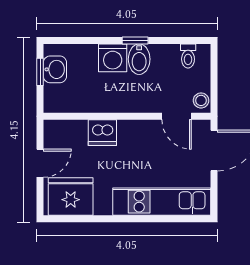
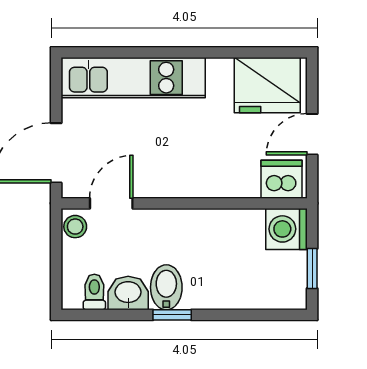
washing machine: (113, 58) -> (286, 229), moved, turned -90
washbasin: (55, 69) -> (128, 293), moved, turned 90
door: (177, 116) -> (111, 203), hinge flipped
dishwasher: (102, 133) -> (281, 179), moved

